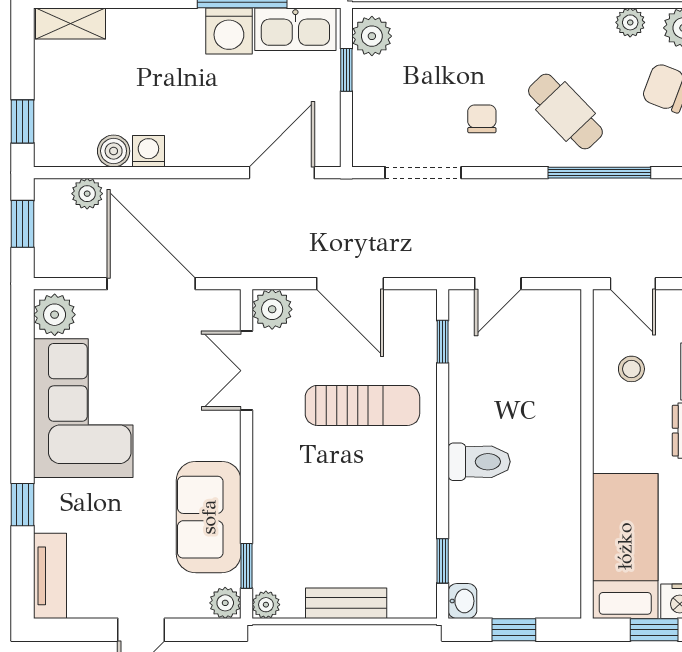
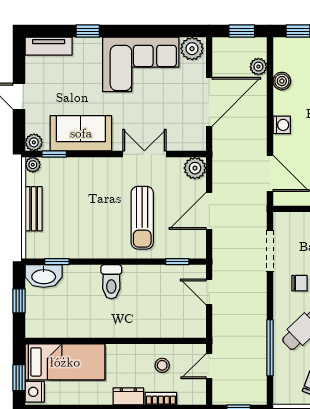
washing machine: (148, 151) -> (282, 125), moved
double door: (246, 371) -> (144, 154), moved
washbasin: (462, 601) -> (44, 276), width x1.91, depth x1.45

